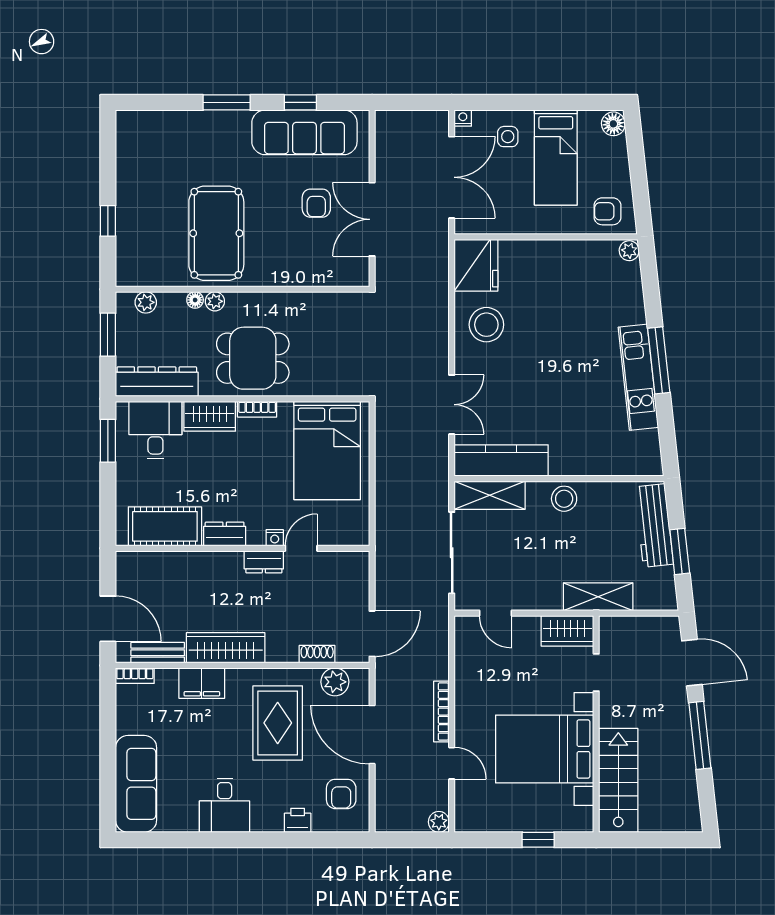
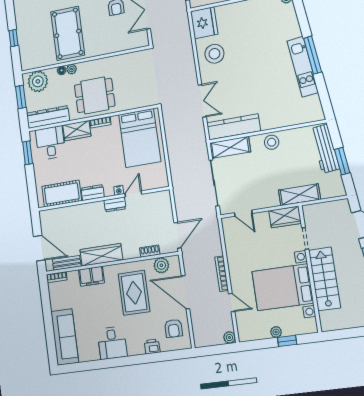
plant: (146, 302) -> (38, 81), width x1.87, depth x1.87
stairs: (618, 780) -> (325, 279), moved
plant: (522, 823) -> (276, 332), added

